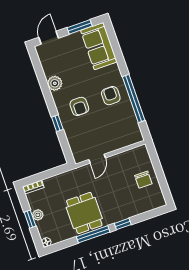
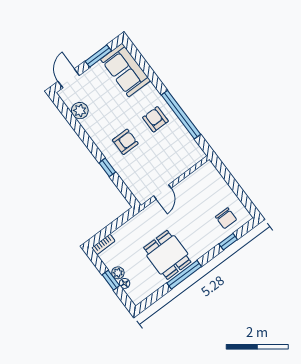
plant: (55, 83) -> (80, 111), moved
armchair: (79, 106) -> (125, 142), turned -90
chair: (143, 180) -> (226, 218), moved
window: (123, 224) -> (228, 242), moved
floor lamp: (46, 242) -> (125, 283), moved

